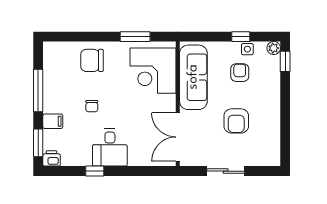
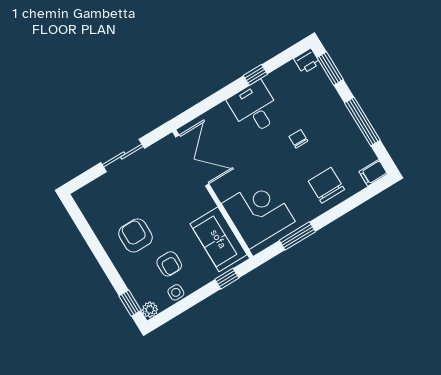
window: (241, 37) -> (227, 279), moved
chair: (92, 60) -> (326, 185), turned -90
sofa: (193, 77) -> (218, 239), width x0.73
filing cabinet: (53, 121) -> (373, 173), moved
armchair: (236, 121) -> (136, 235), moved

